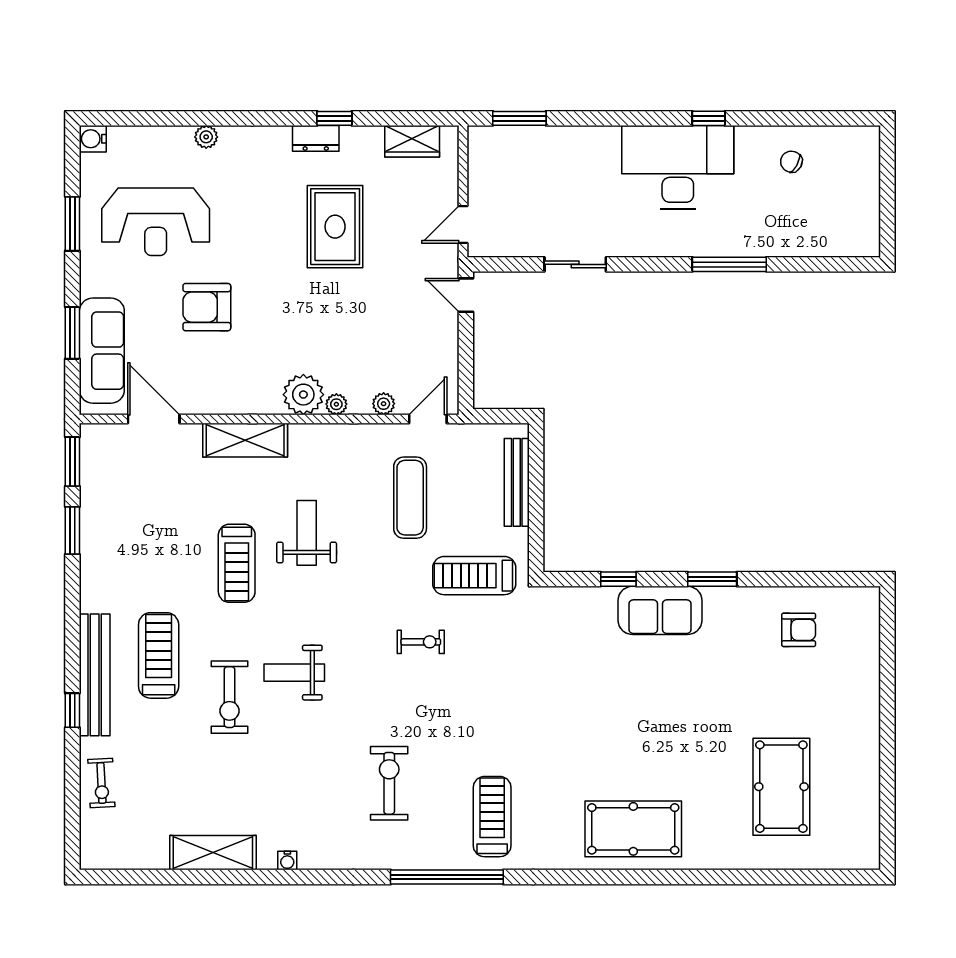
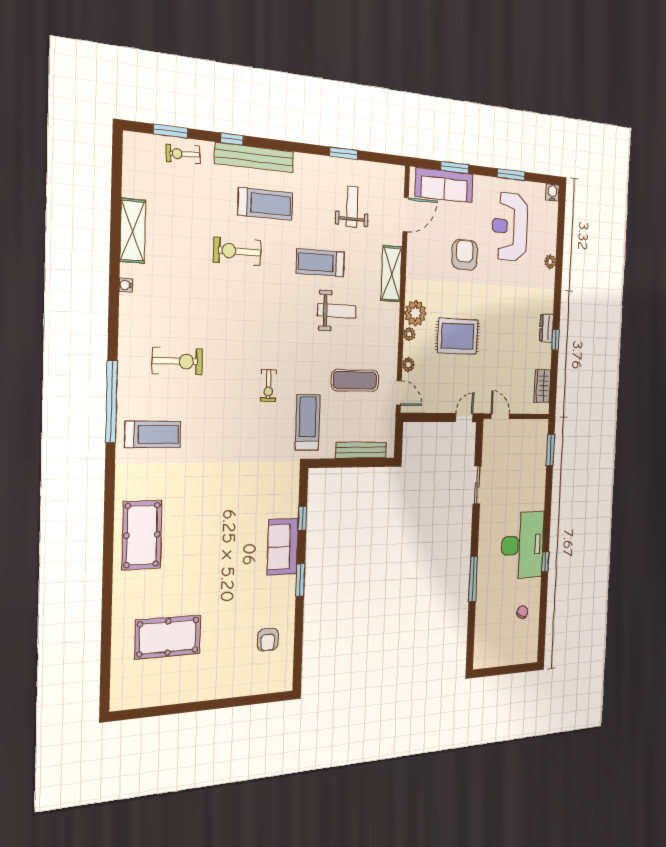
rug: (335, 227) -> (457, 336), moved
window: (72, 462) -> (170, 131), moved
weight bench: (294, 673) -> (352, 207), moved

